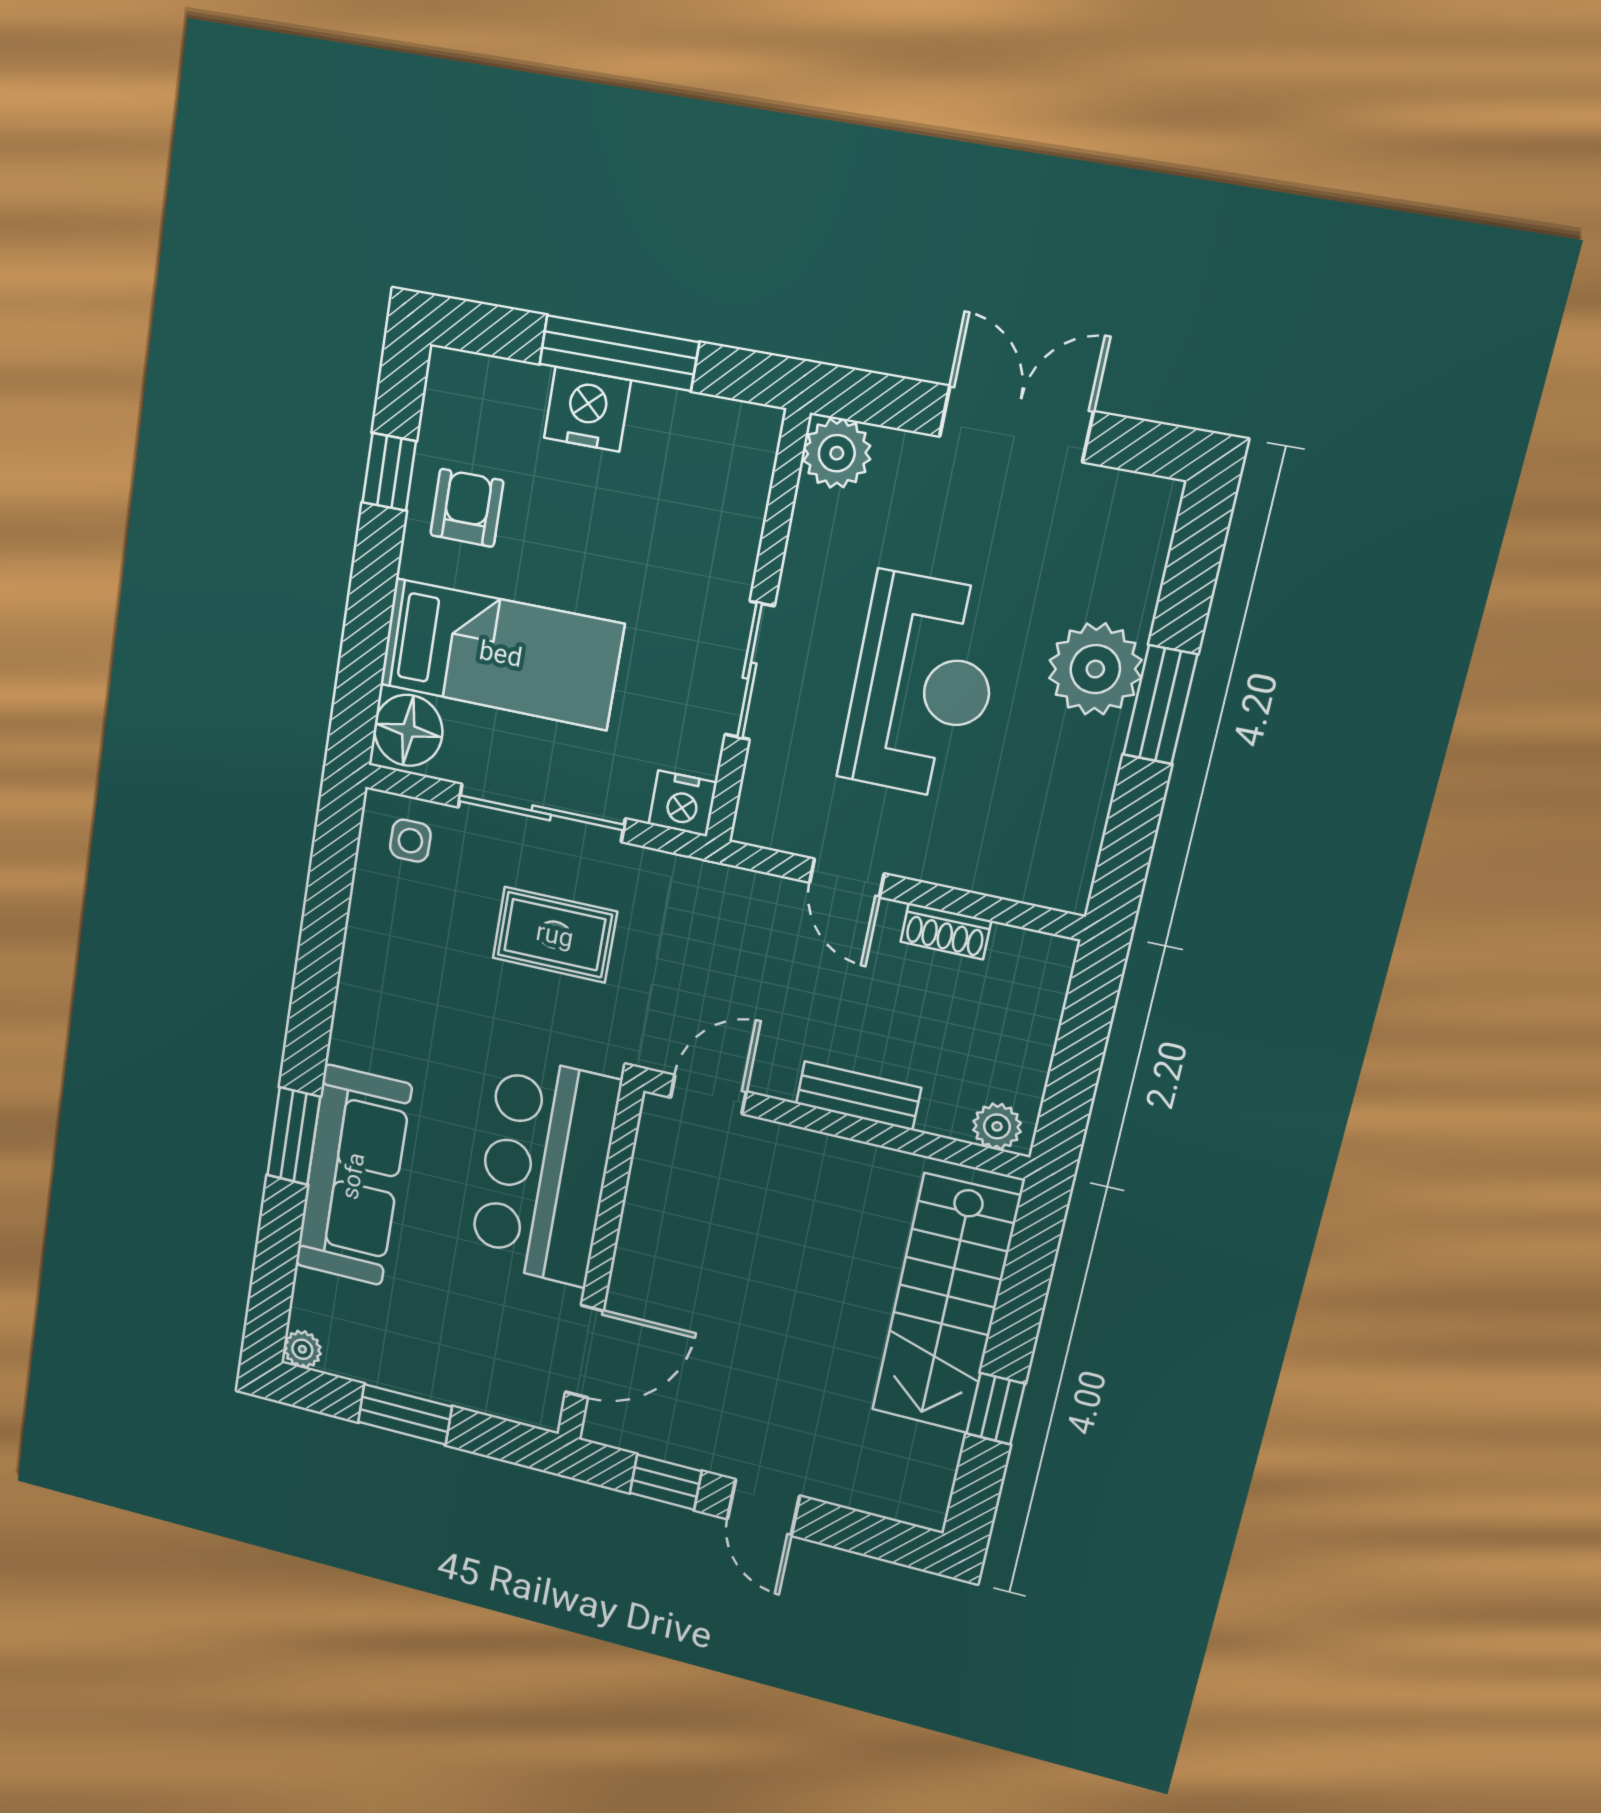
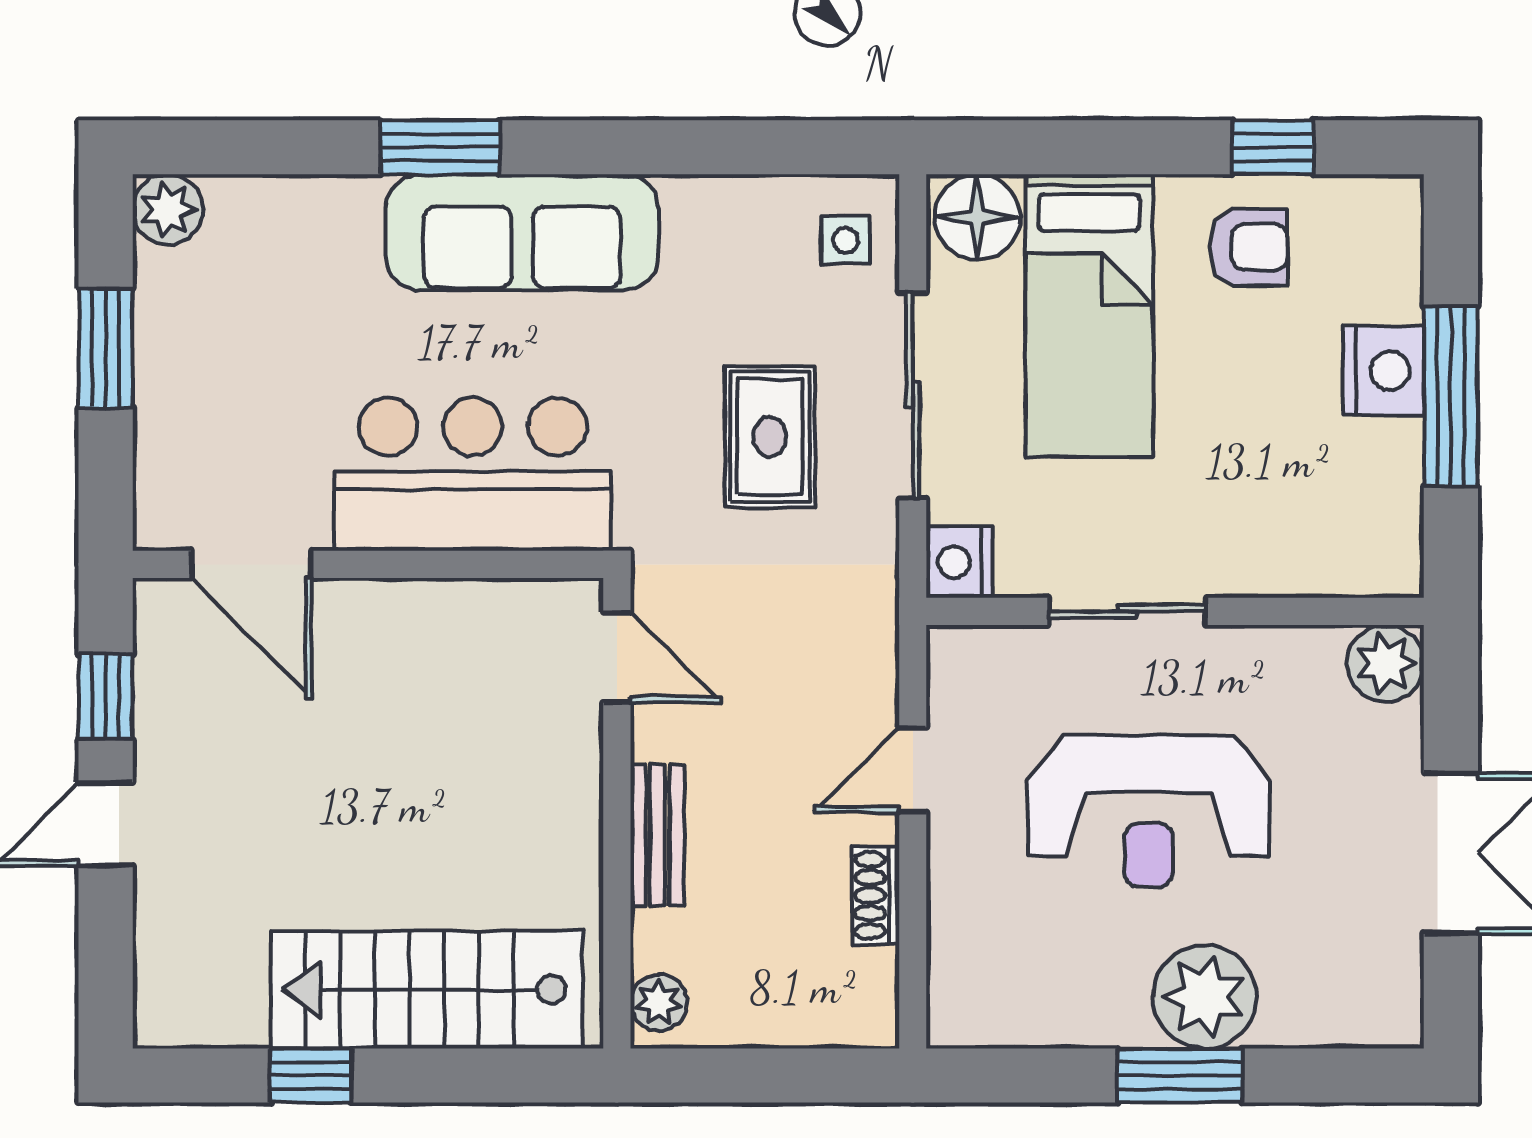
sofa: (353, 1176) -> (522, 232), moved
plant: (302, 1349) -> (168, 209), width x1.38, depth x1.38

